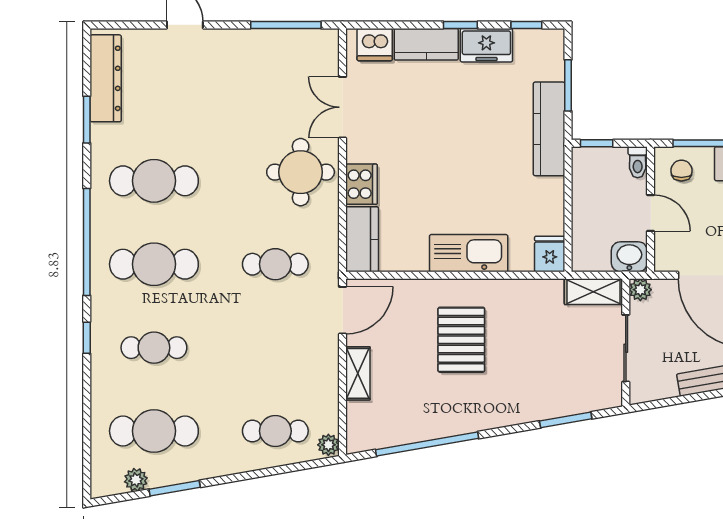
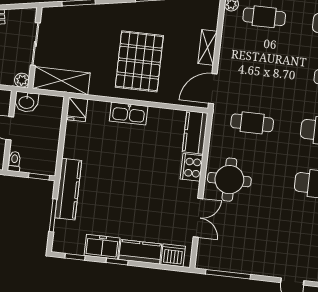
kitchen sink: (469, 253) -> (129, 114), width x0.73, depth x0.81
shelving: (593, 292) -> (61, 81), width x1.50, depth x1.33
pallet: (461, 340) -> (139, 61), width x1.37, depth x1.41

